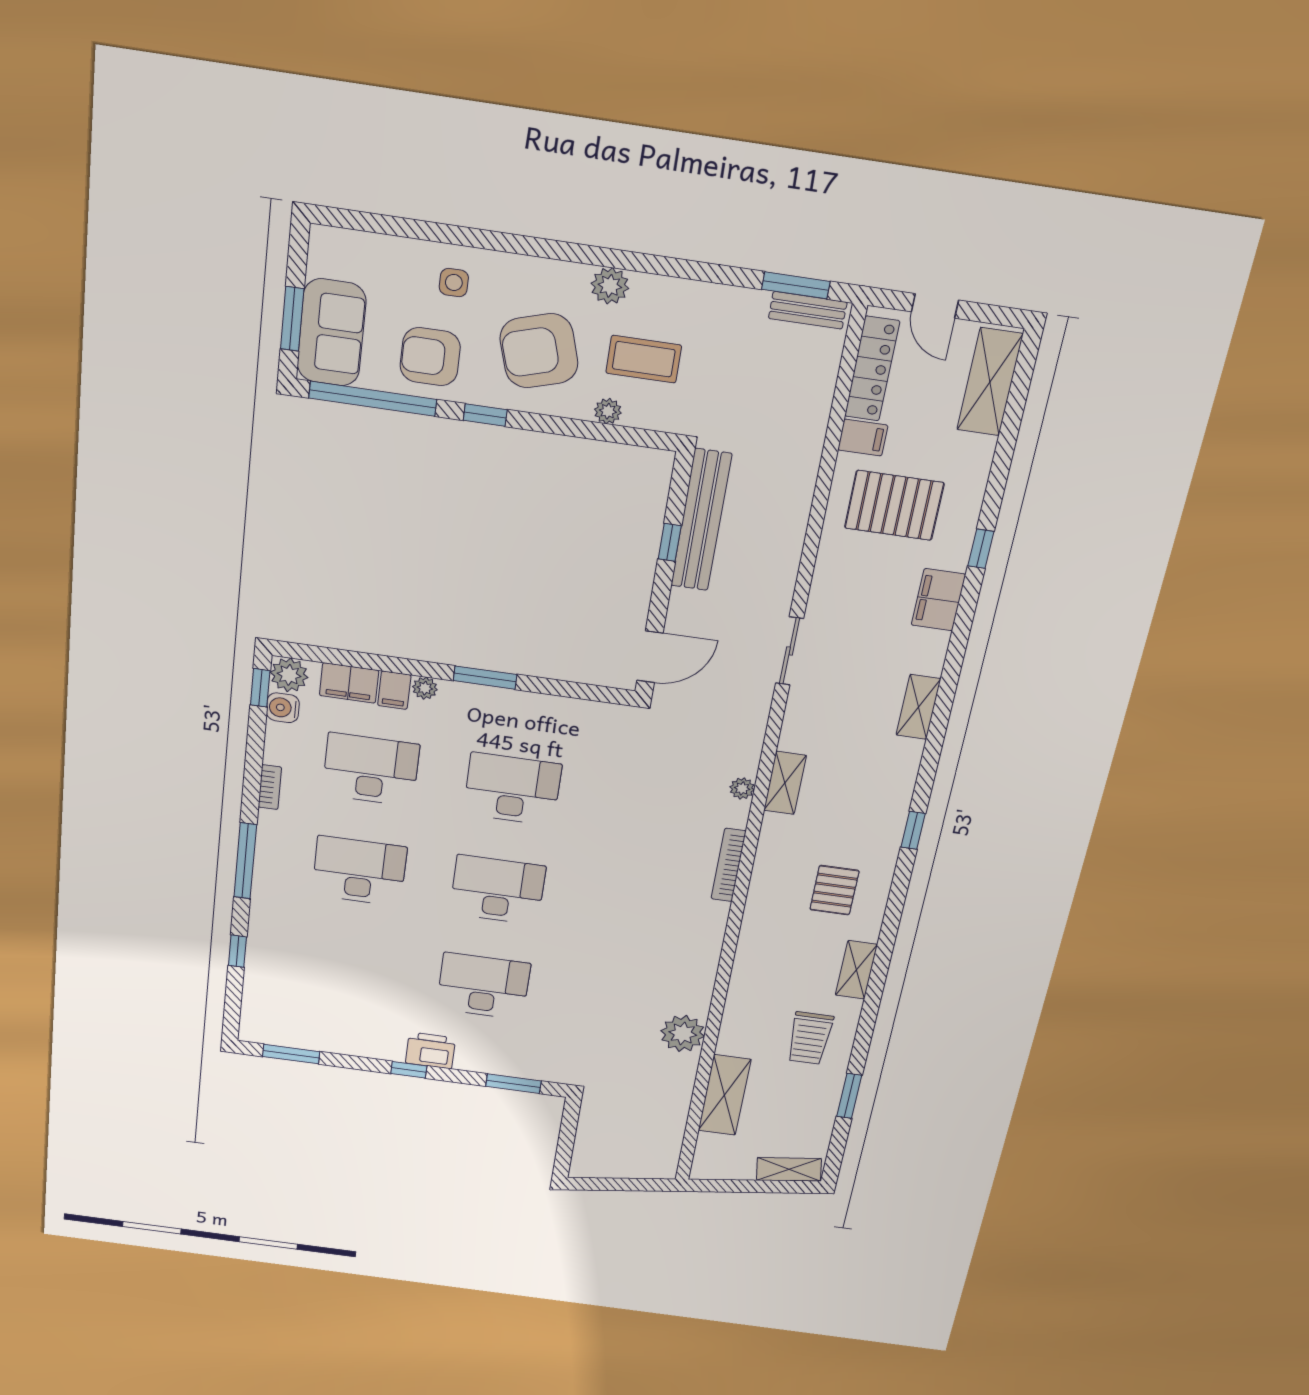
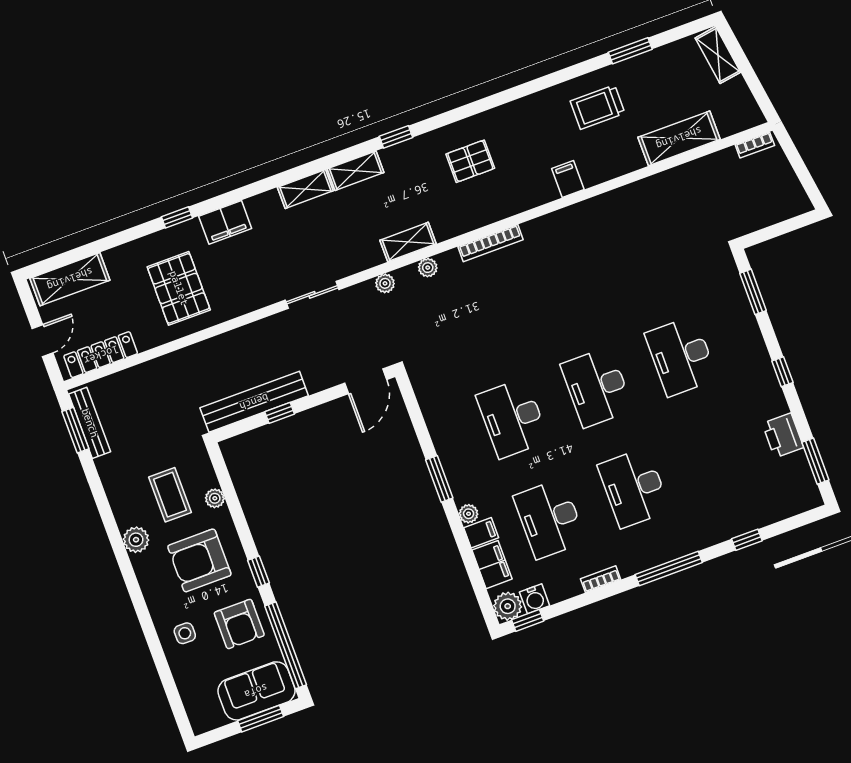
bench: (808, 310) -> (90, 423), width x1.36
armchair: (539, 351) -> (199, 560), turned 107
filing cabinet: (863, 438) -> (568, 179), moved
door: (650, 657) -> (366, 381), swing flipped
shelving: (856, 970) -> (356, 171), moved
plant: (683, 1034) -> (385, 283), moved, width x0.53, depth x0.53
trolley: (810, 1038) -> (598, 107), turned 180
printer: (430, 1050) -> (783, 435), moved
bookcase: (671, 1157) -> (755, 145), added

